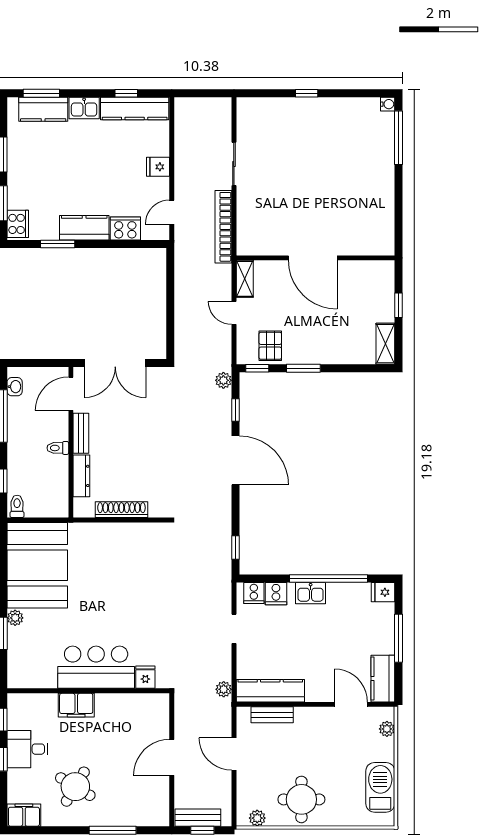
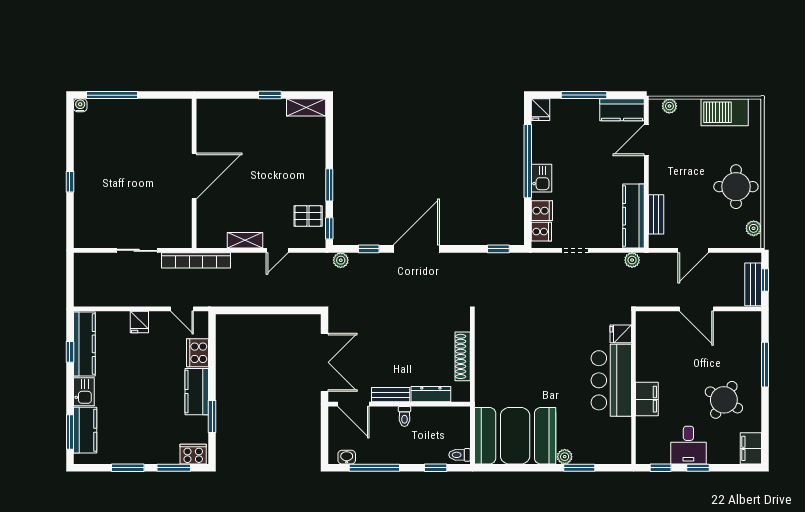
door: (313, 258) -> (194, 176), moved
wall: (315, 258) -> (194, 173), moved

